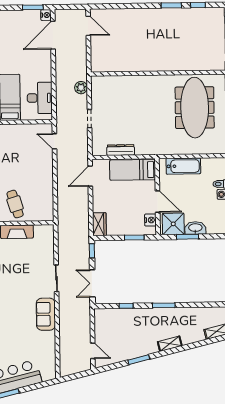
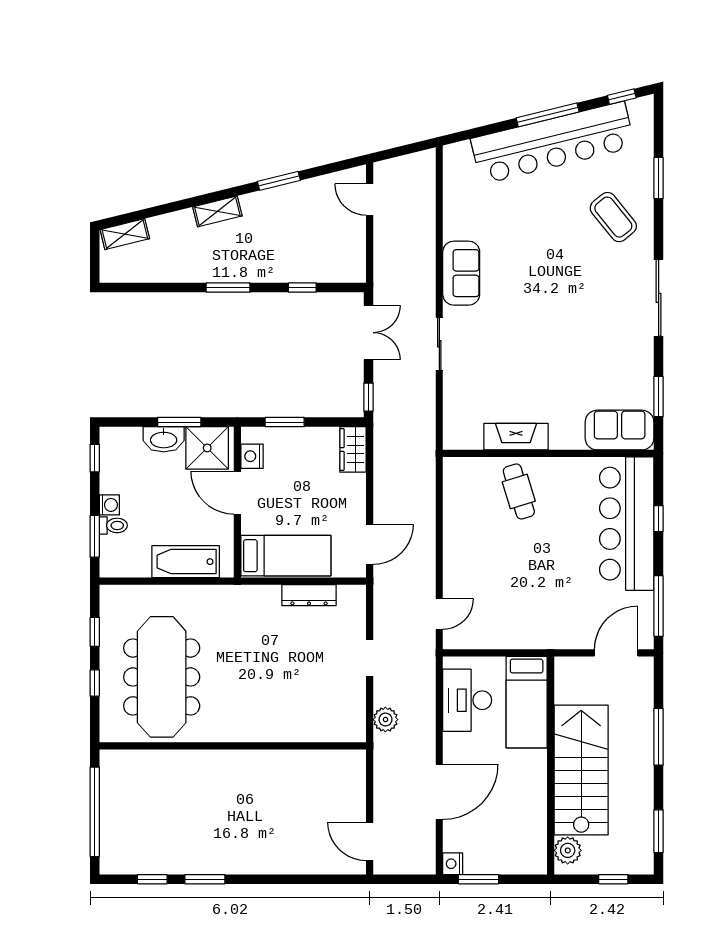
door: (53, 35) -> (439, 792), moved
door: (55, 141) -> (439, 614), hinge flipped

